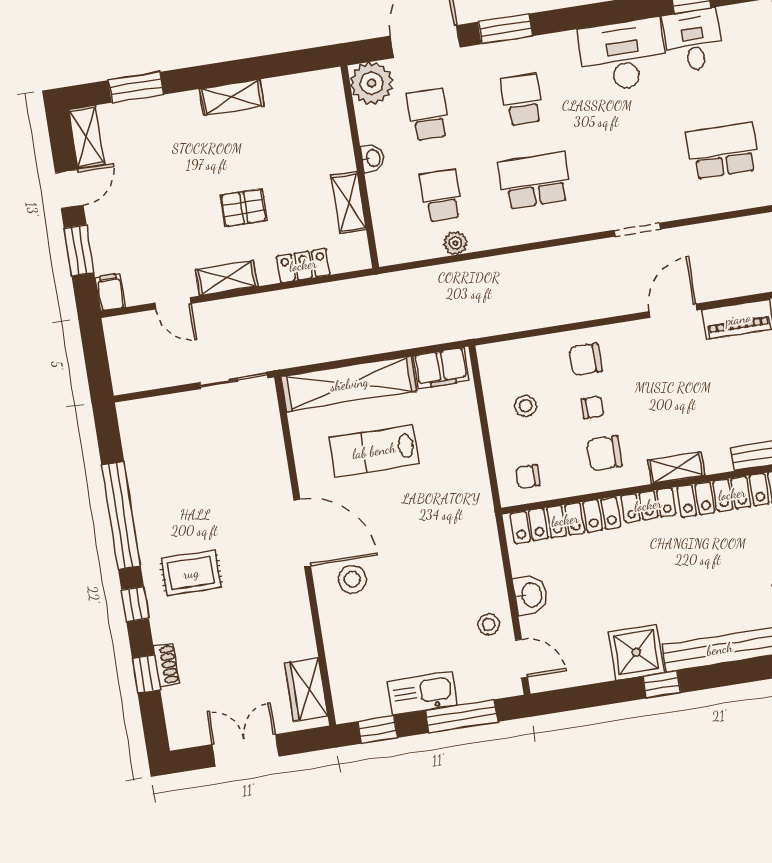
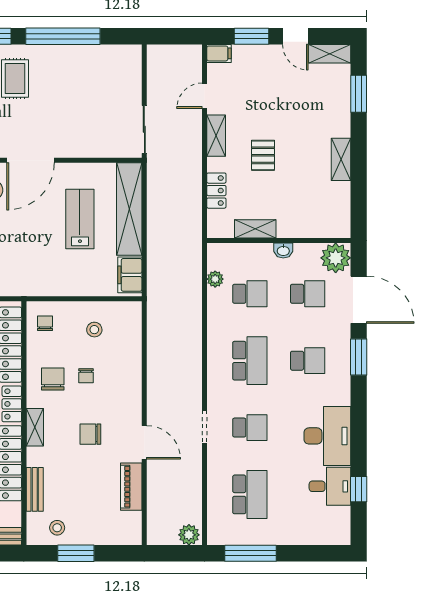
school desk: (629, 166) -> (250, 428), added
plant: (455, 243) -> (215, 279), moved
chair: (586, 359) -> (90, 434), moved, turned -90

